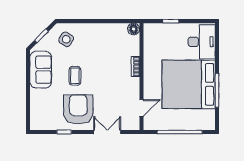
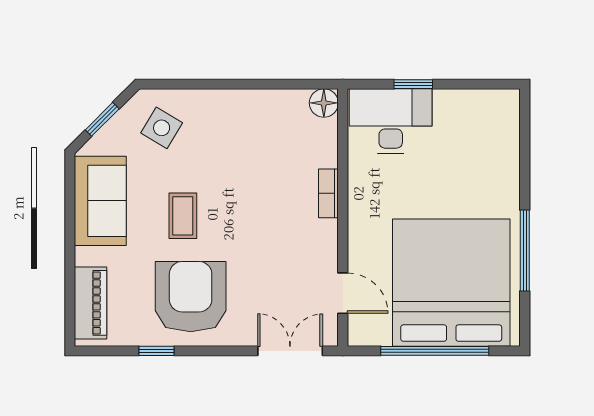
desk: (202, 42) -> (391, 121), moved, turned -90
bed: (189, 84) -> (451, 283), moved, turned 90
door: (141, 108) -> (343, 293), hinge flipped
piano: (37, 112) -> (91, 303), added
double door: (107, 132) -> (290, 351), moved

